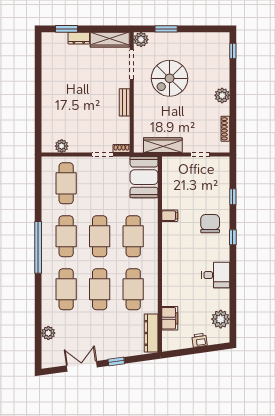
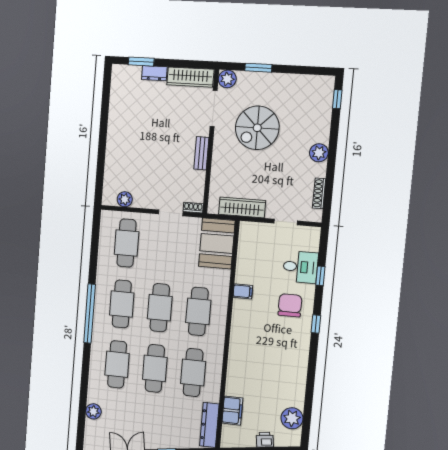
desk: (216, 275) -> (300, 267), moved

